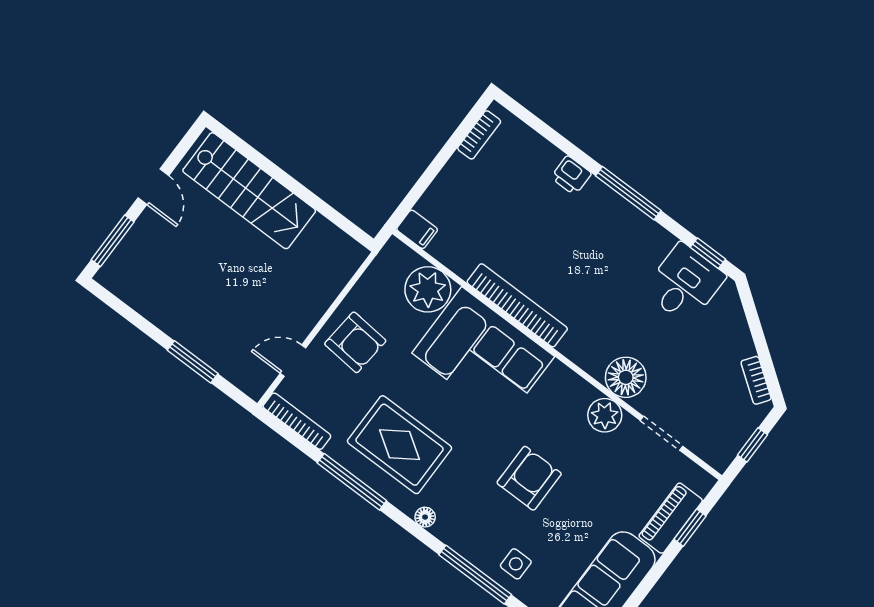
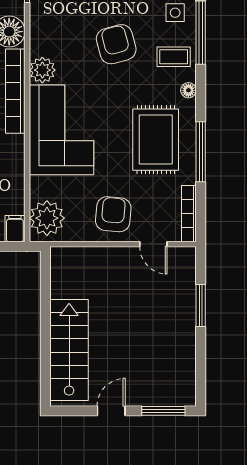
plant: (428, 289) -> (47, 218), moved
bookcase: (517, 305) -> (15, 91), moved
plant: (605, 415) -> (42, 70), moved
armchair: (529, 478) -> (116, 44), turned 75
coffee table: (471, 528) -> (174, 57), added

